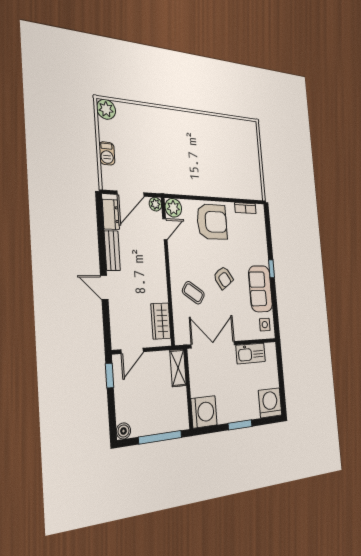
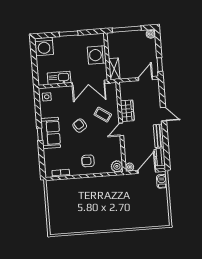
plant: (106, 109) -> (163, 220), removed
barbecue: (107, 153) -> (162, 181), moved
armchair: (212, 222) -> (88, 161), width x0.53, depth x0.53
door: (165, 229) -> (121, 129), moved
sofa: (260, 289) -> (51, 133), moved
wardrobe: (161, 321) -> (127, 111), moved
washing machine: (204, 412) -> (97, 55), moved

